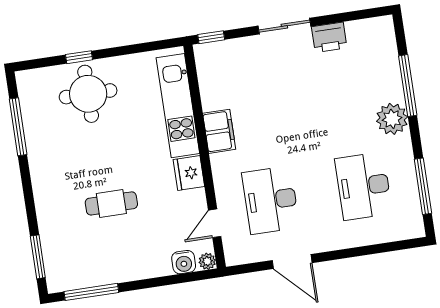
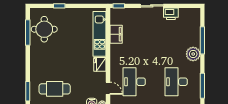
round table: (88, 94) -> (44, 29), moved
filing cabinet: (219, 131) -> (116, 34), moved
cafe table: (111, 203) -> (55, 89), moved, width x1.37, depth x1.35
door: (215, 223) -> (108, 88), swing flipped

